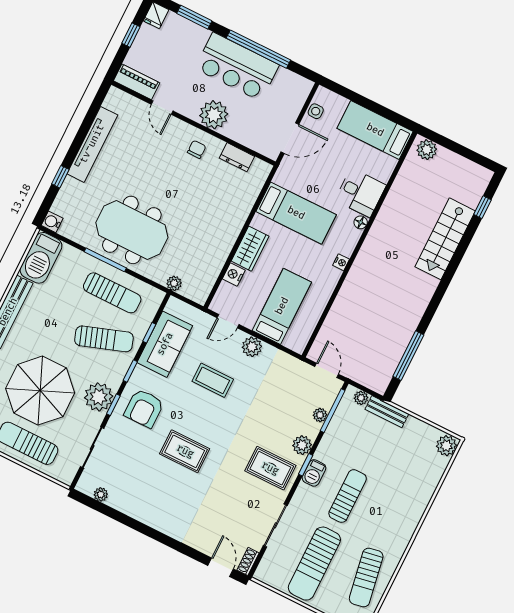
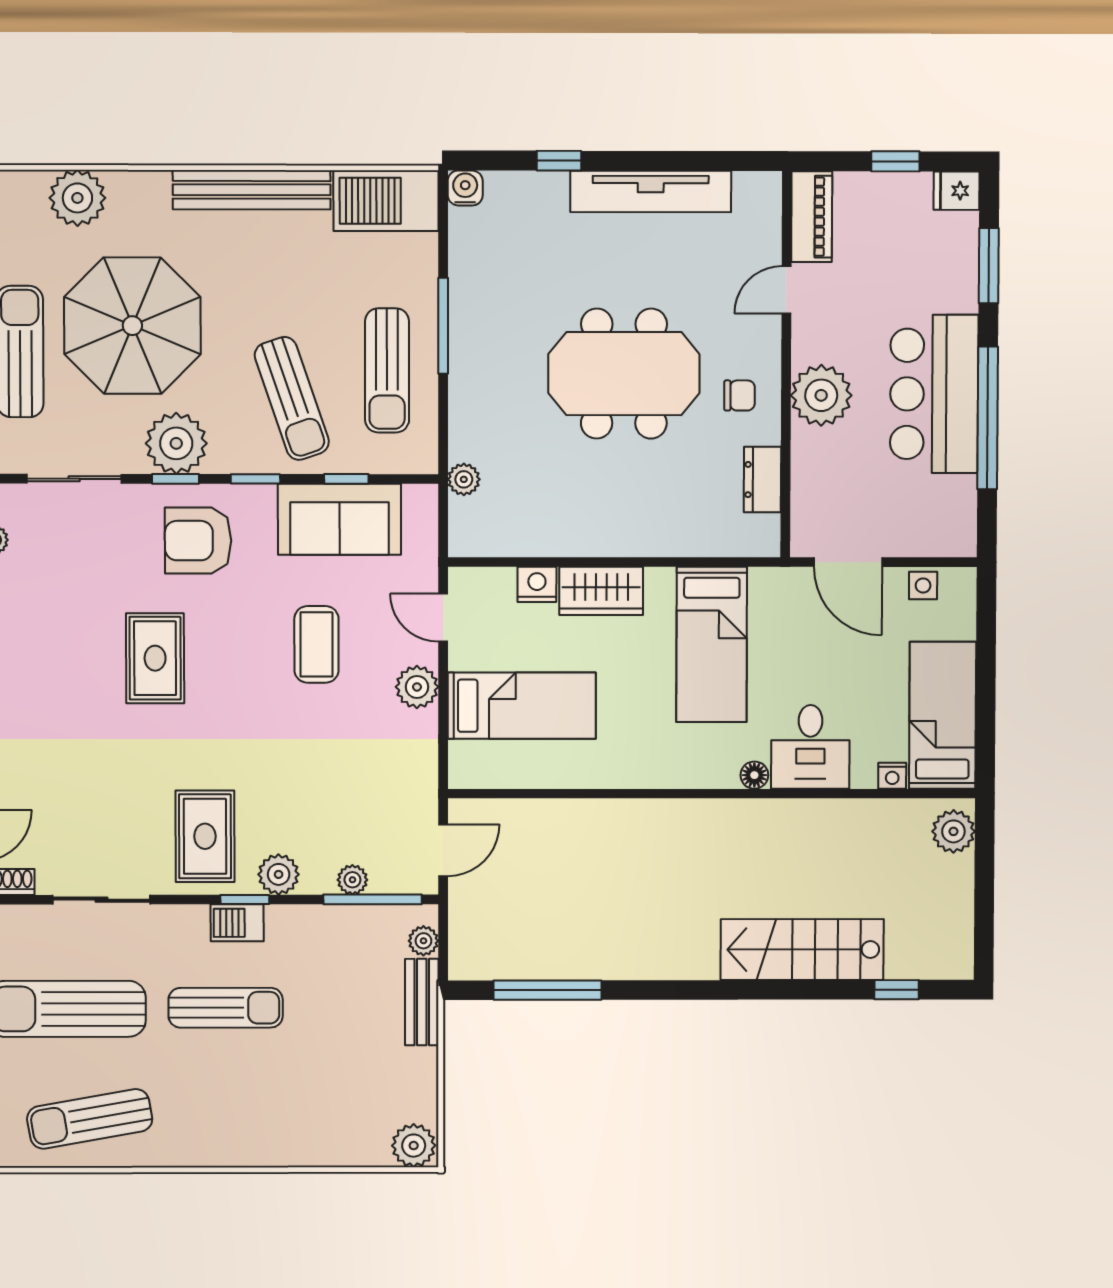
meeting table: (132, 230) -> (624, 374), moved, turned 90
nightstand: (341, 262) -> (892, 776), moved

